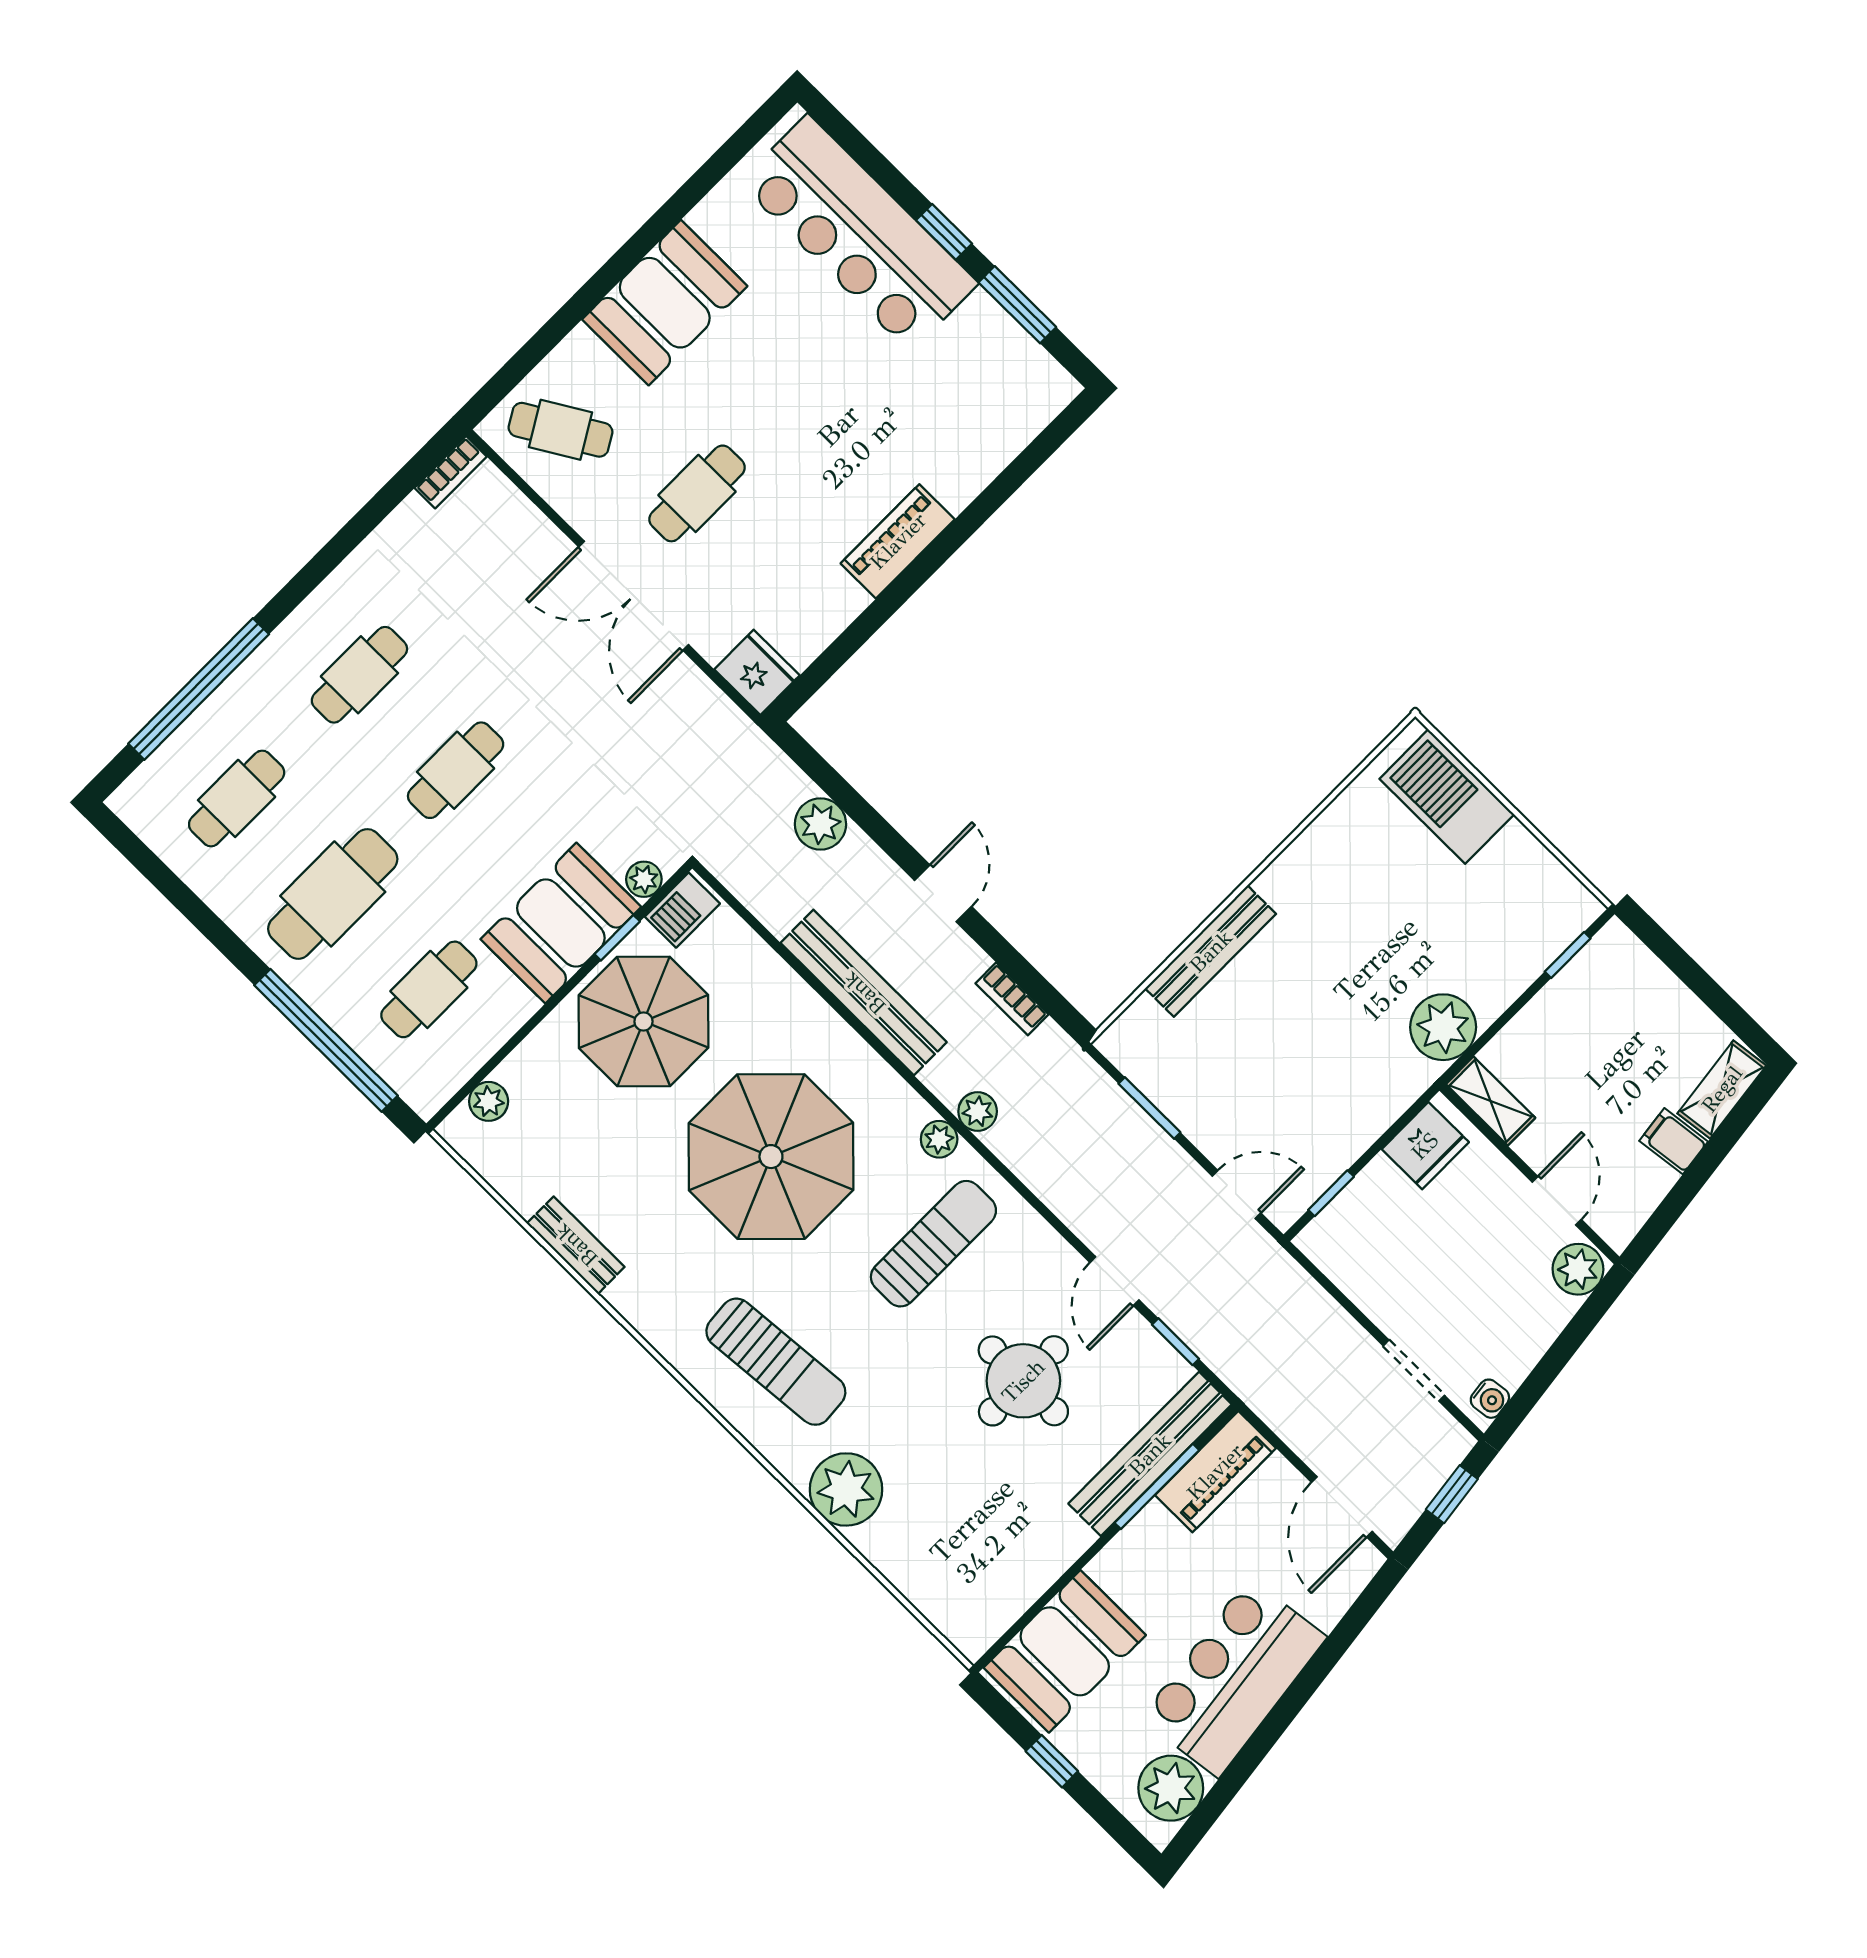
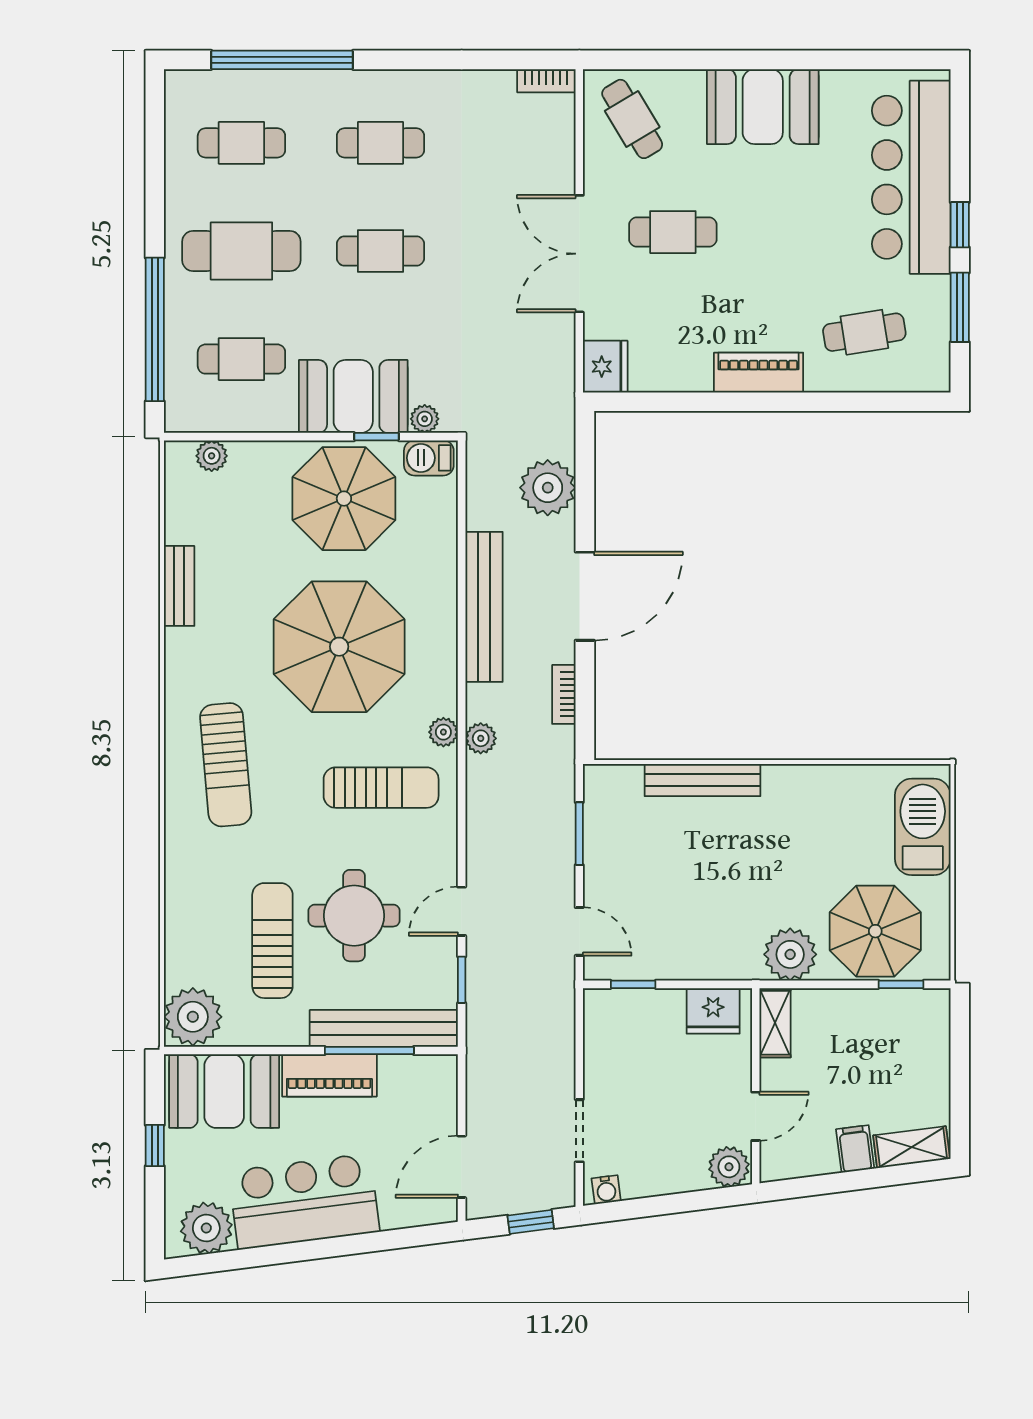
cafe table: (955, 412) -> (864, 332), added
plant: (820, 824) -> (548, 488), width x1.36, depth x1.36
door: (943, 893) -> (585, 596), width x1.87
parasol: (1498, 931) -> (875, 931), added
piano: (1215, 1472) -> (329, 1075), moved
sun lounger: (974, 1475) -> (272, 941), added
plant: (846, 1489) -> (193, 1017), moved

